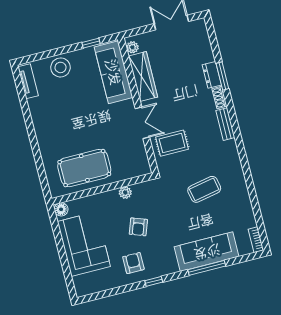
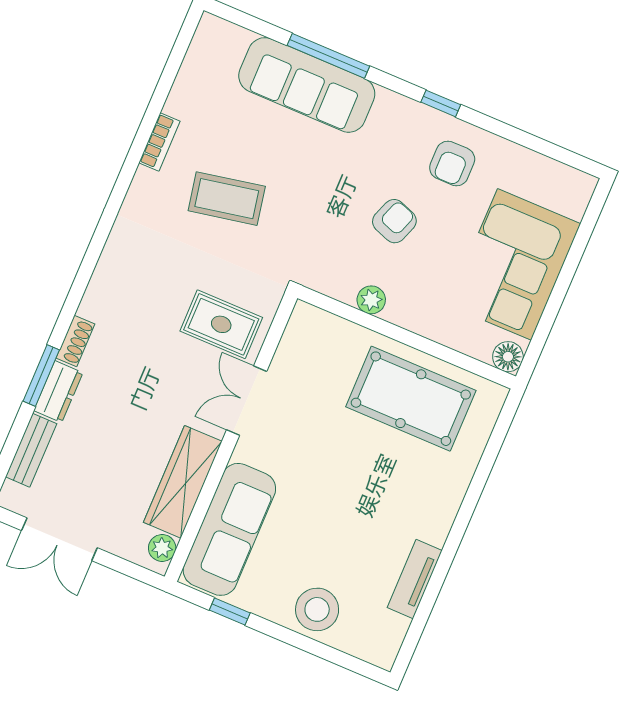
tv unit: (28, 81) -> (415, 579), moved
bench: (225, 124) -> (31, 450), moved
bookcase: (256, 240) -> (159, 142), moved

